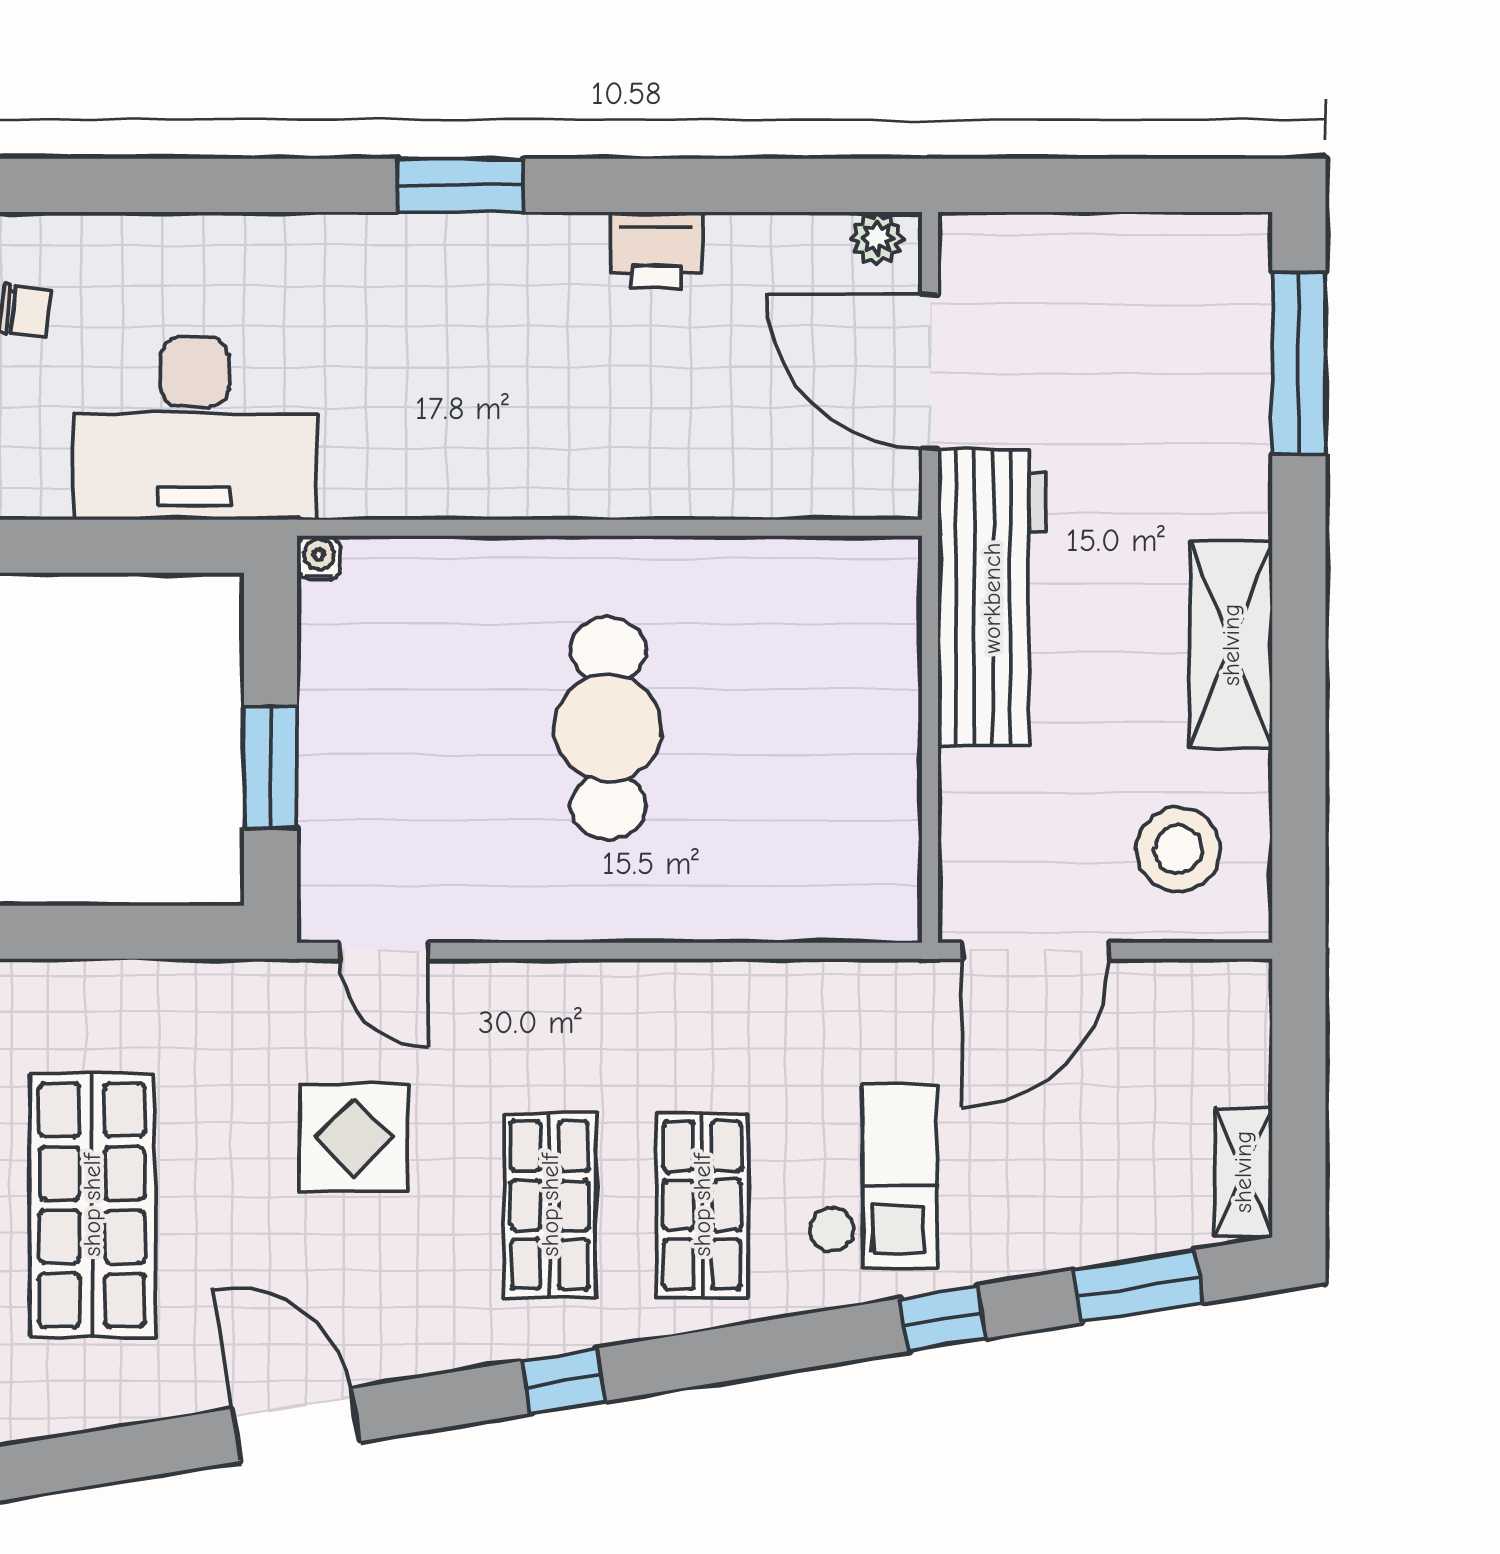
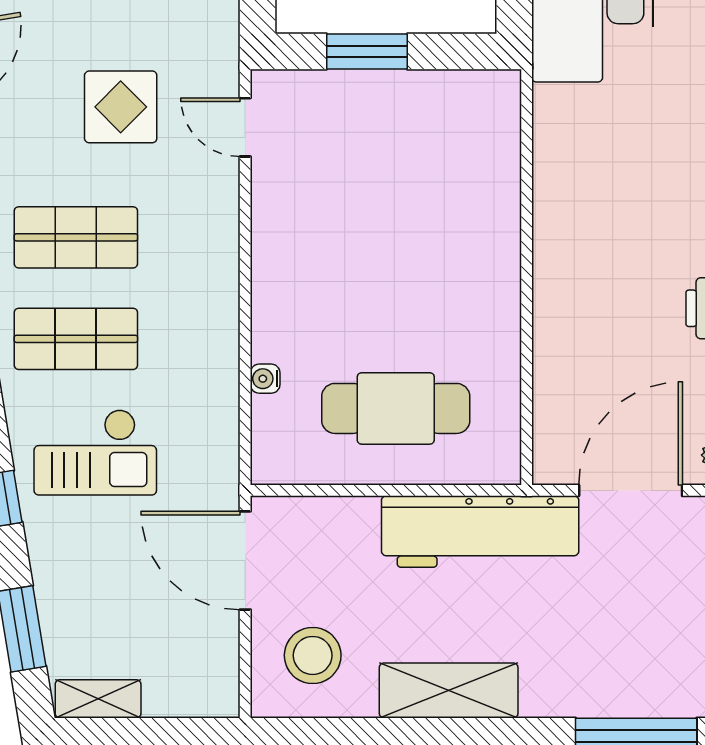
water cooler: (319, 558) -> (265, 379), moved, turned 180
cafe table: (608, 728) -> (396, 408), moved
door: (384, 951) -> (245, 127), hinge flipped

